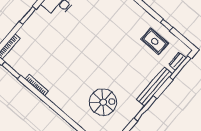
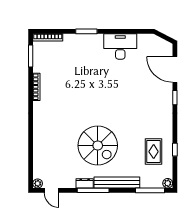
plant: (186, 51) -> (168, 183), added
dresser: (177, 61) -> (85, 183), moved
spiral stairs: (103, 102) -> (98, 146), moved, width x1.37, depth x1.37

